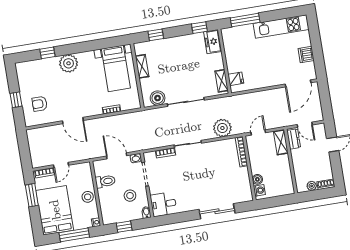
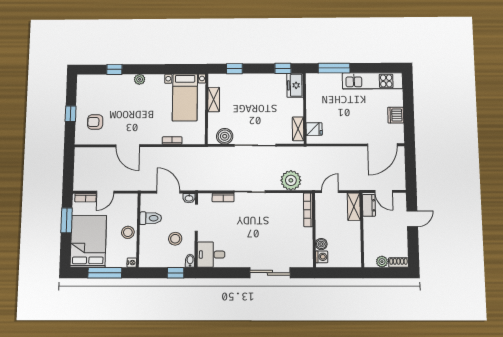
plant: (69, 63) -> (140, 79), width x0.53, depth x0.53
window: (124, 227) -> (176, 273), moved

